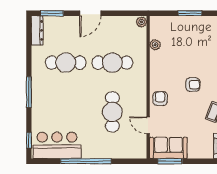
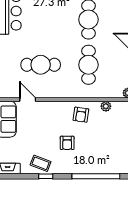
armchair: (160, 99) -> (81, 115), moved, turned 98
door: (148, 125) -> (28, 100), hinge flipped

